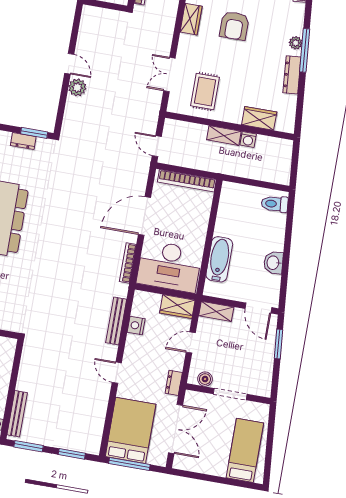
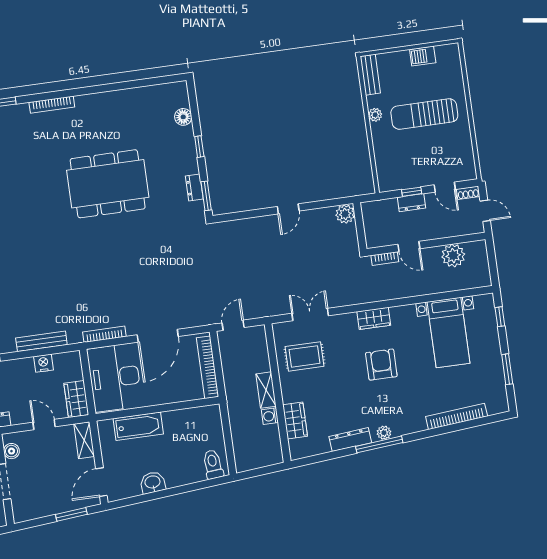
armchair: (234, 26) -> (381, 365), turned 90
plant: (77, 87) -> (345, 214), moved
door: (144, 216) -> (158, 336), swing flipped

